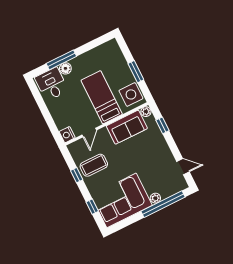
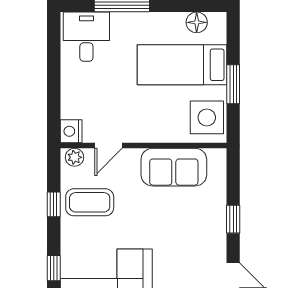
floor lamp: (65, 68) -> (197, 22), moved
bed: (102, 97) -> (182, 65), moved, turned -90
plant: (146, 112) -> (75, 157), moved
window: (162, 125) -> (233, 219), moved

